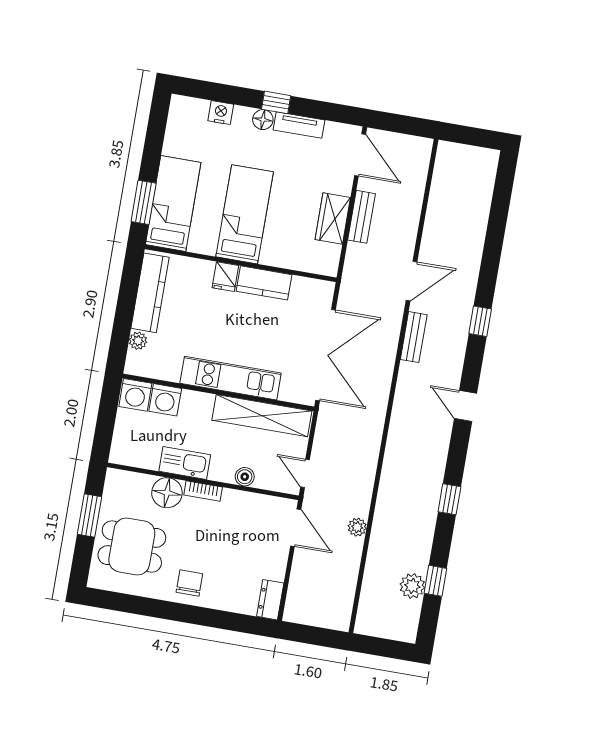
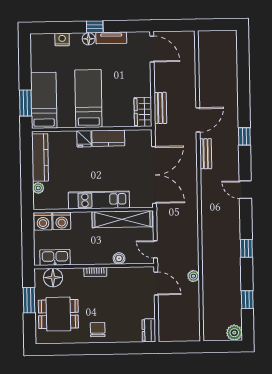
bench: (361, 217) -> (160, 108), moved
wardrobe: (333, 219) -> (143, 112), moved
kitchen sink: (185, 463) -> (55, 257), moved
floor lamp: (167, 493) -> (53, 278), moved
plant: (412, 586) -> (234, 333), moved

